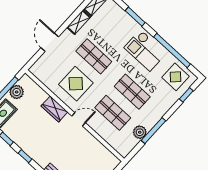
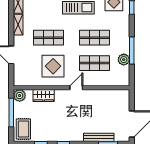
plant: (17, 92) -> (20, 96), moved
wardrobe: (54, 109) -> (44, 95), moved

